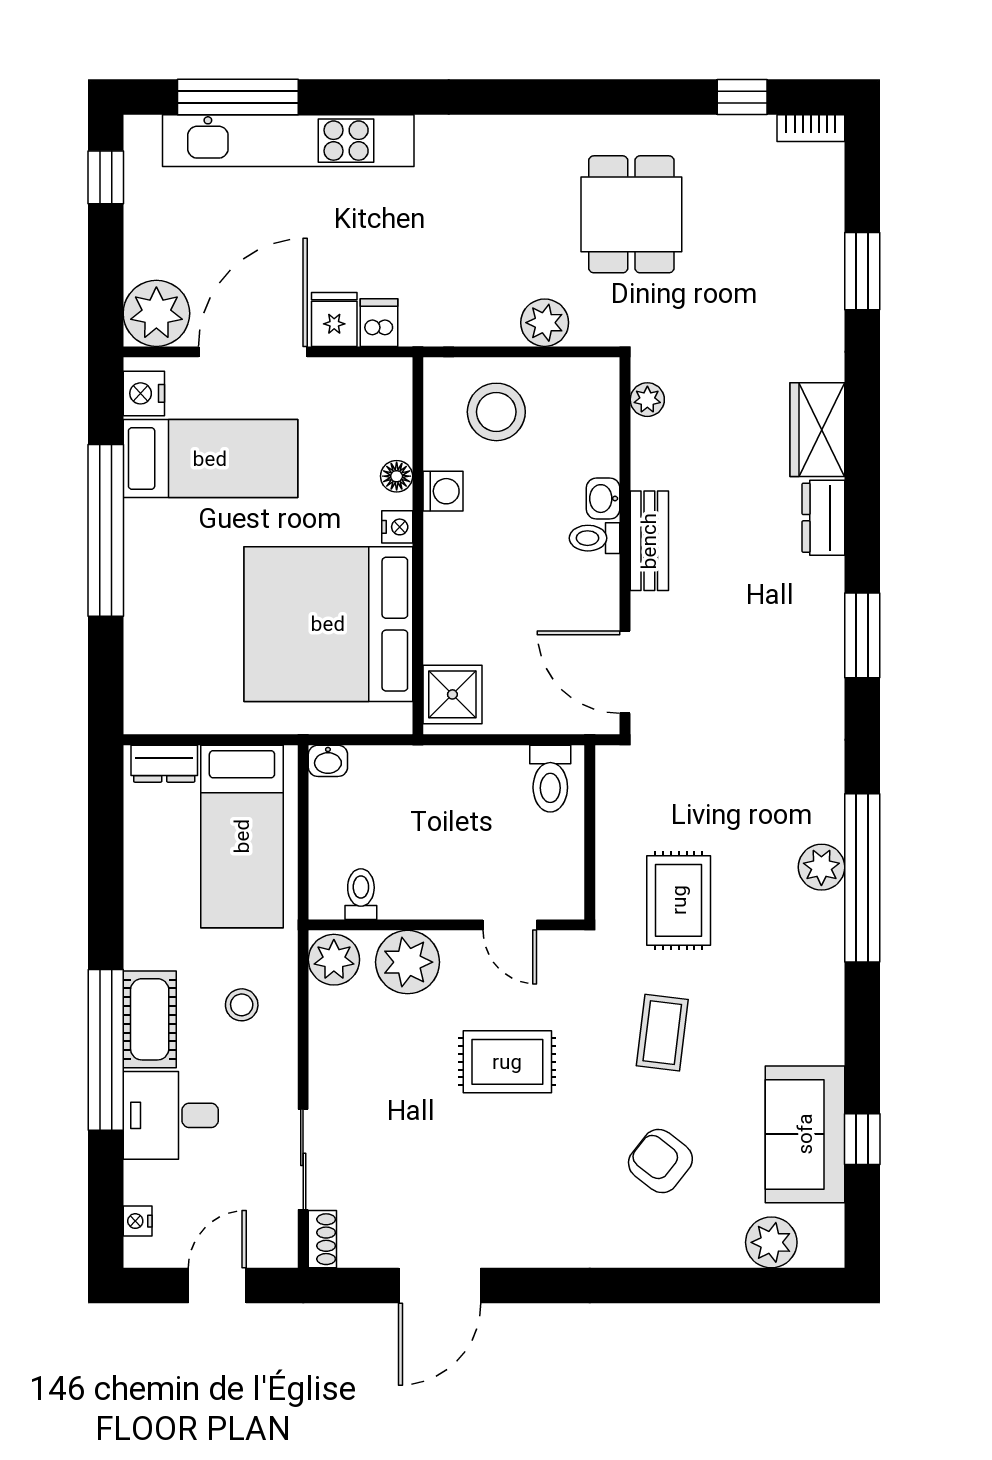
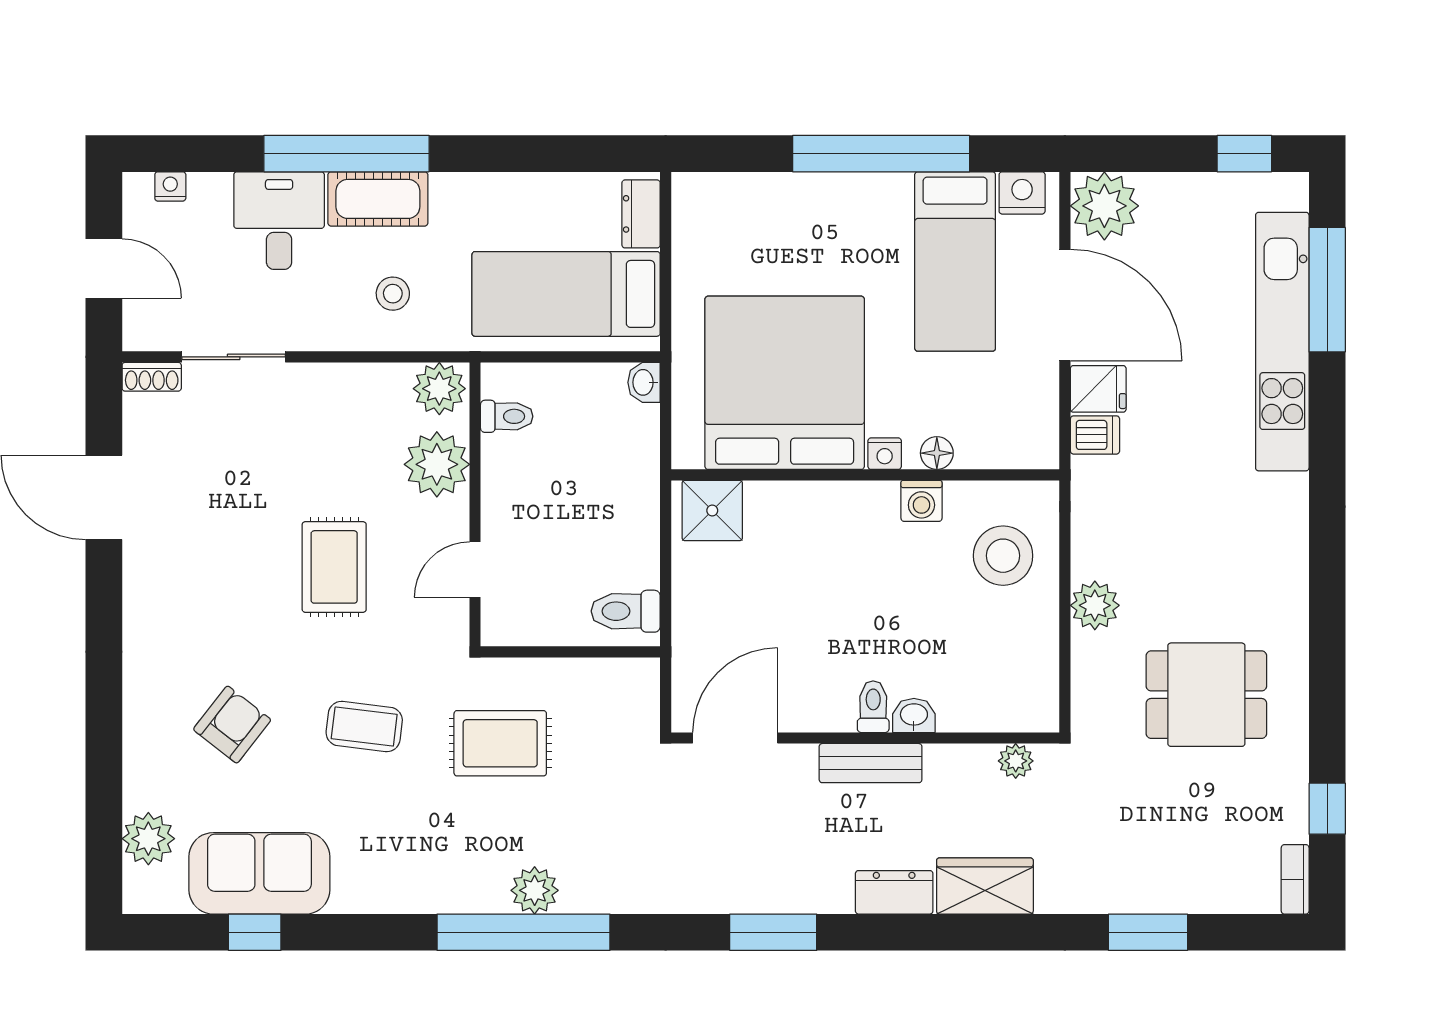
plant: (647, 400) -> (1016, 761), moved
washbasin: (603, 499) -> (914, 715), moved
toilet: (595, 538) -> (873, 707), moved
bench: (649, 541) -> (871, 763), moved
wall: (625, 546) -> (865, 738), moved
door: (625, 672) -> (735, 738), moved

